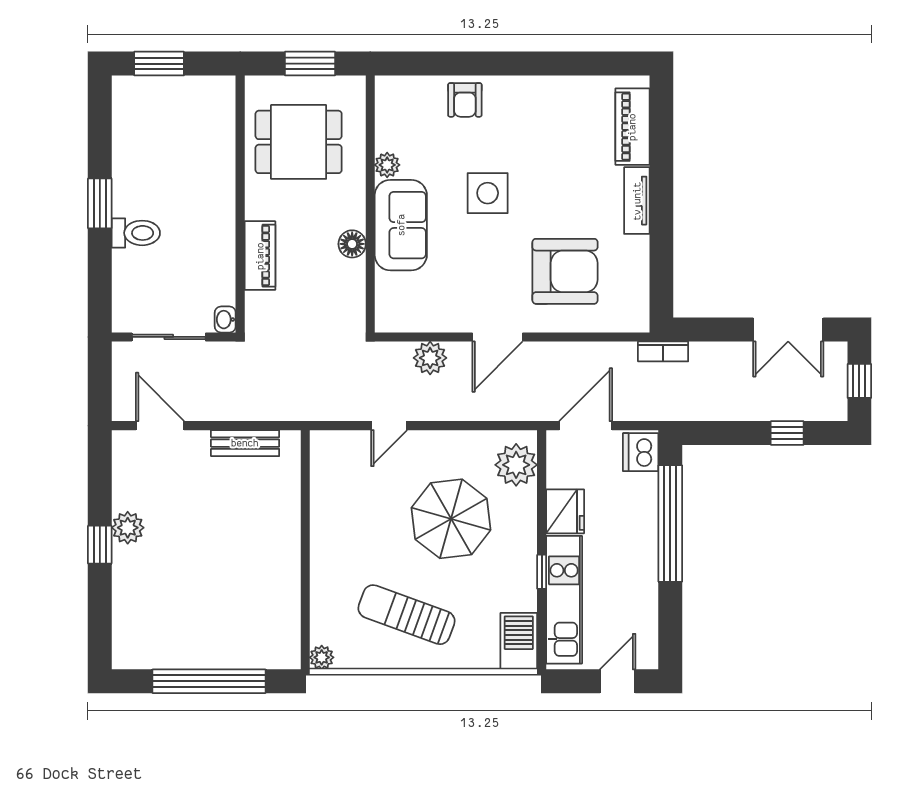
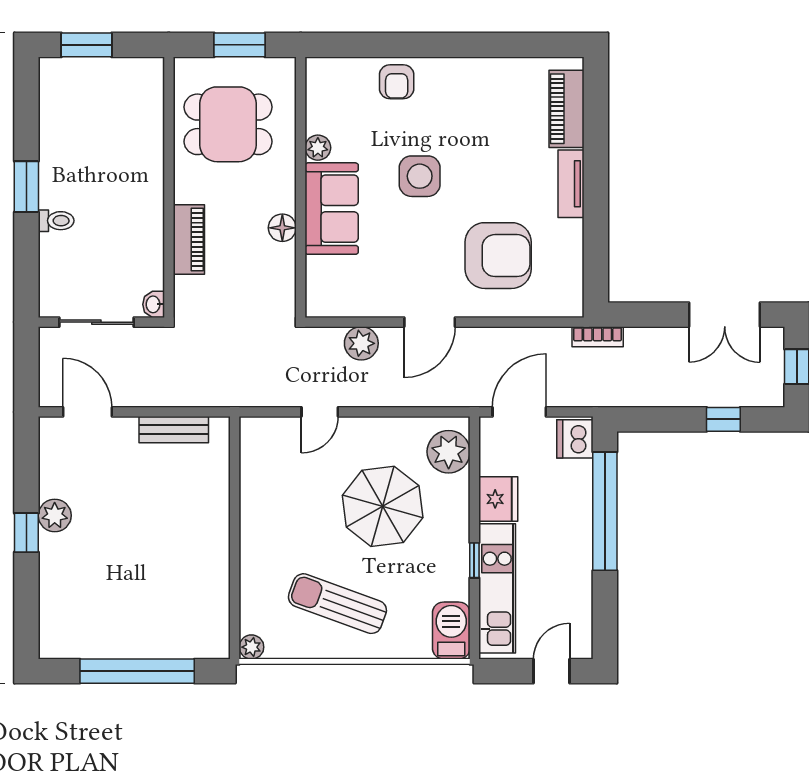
toilet: (136, 233) -> (56, 221), width x0.73, depth x0.72

